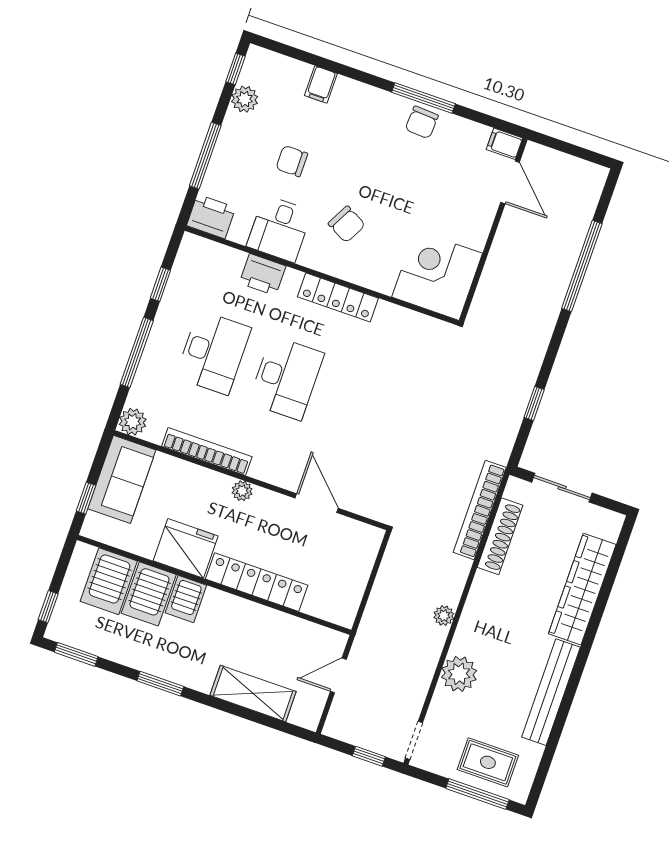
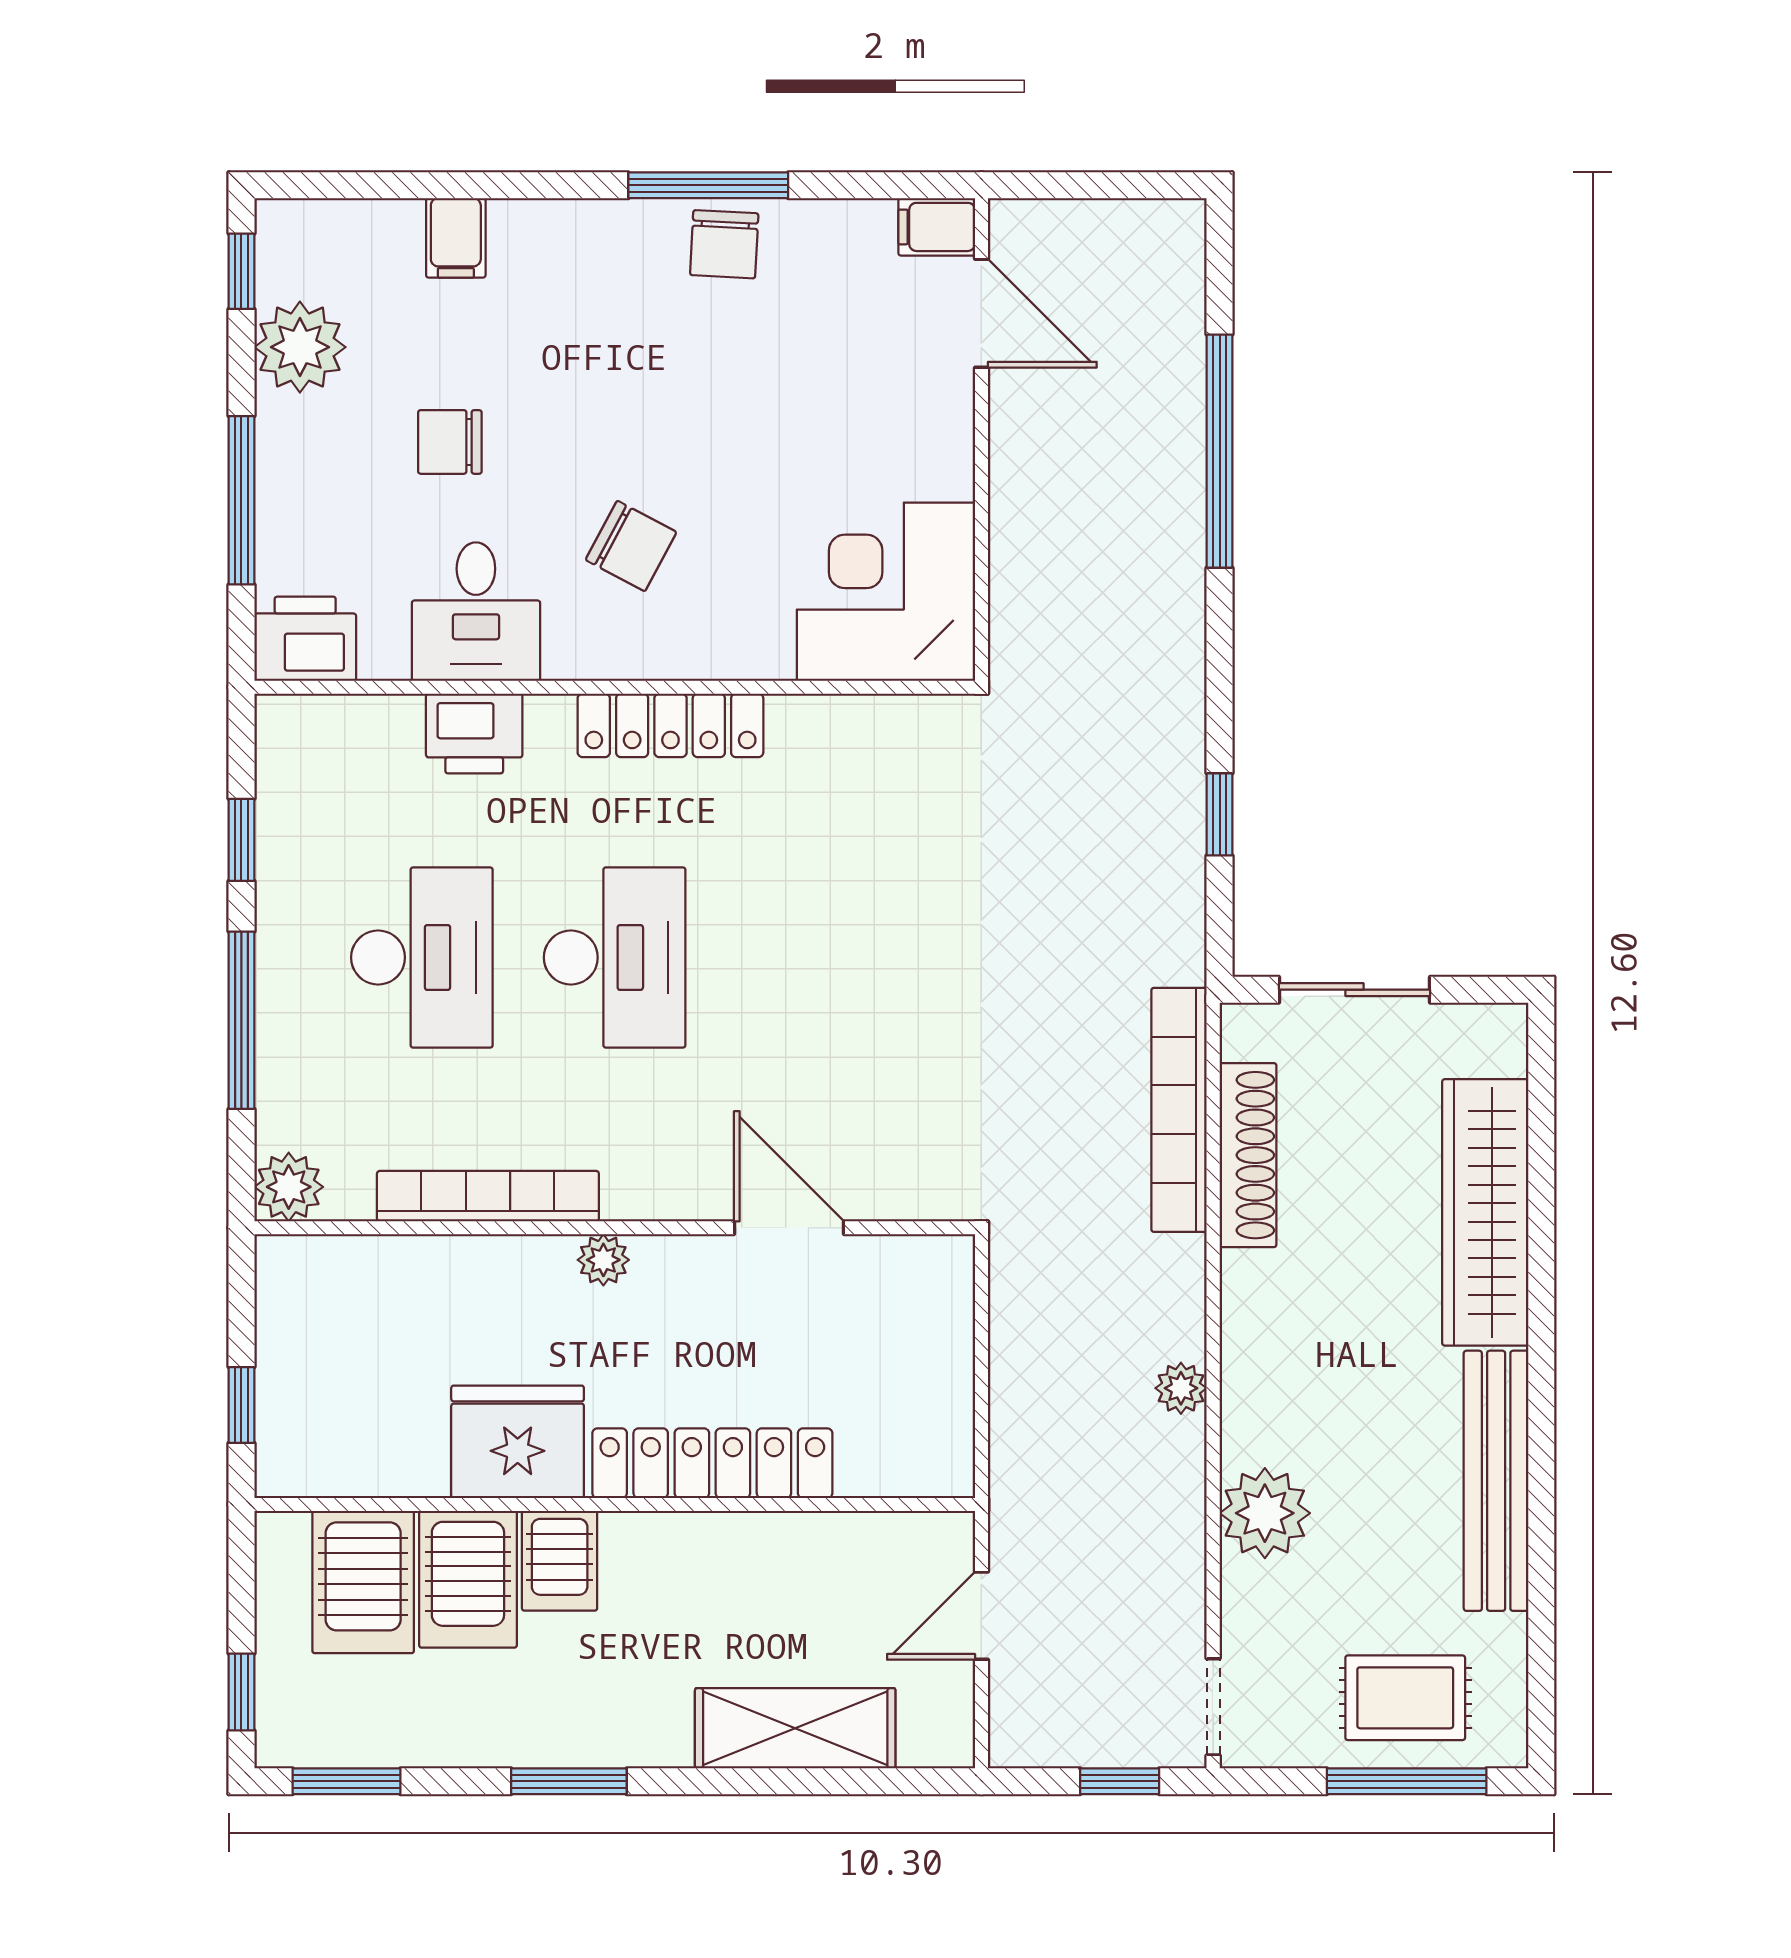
plant: (245, 99) -> (300, 347), width x1.36, depth x1.36
sofa: (122, 479) -> (311, 1331), removed

